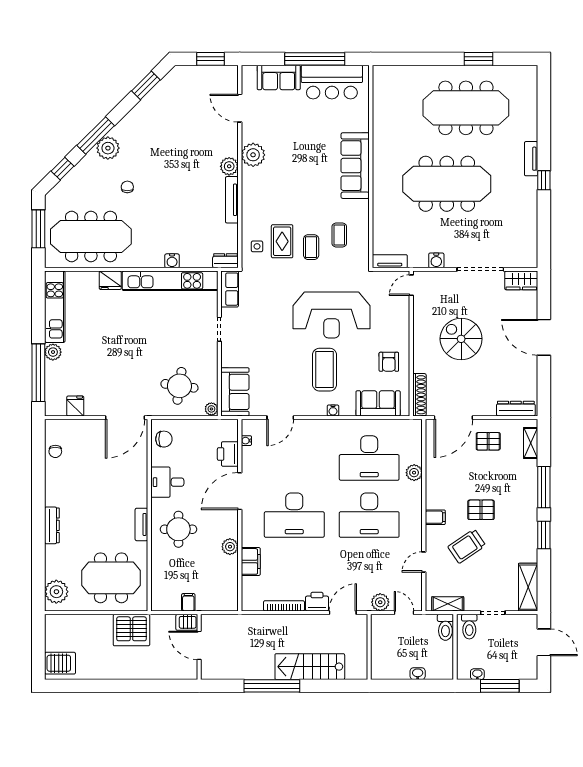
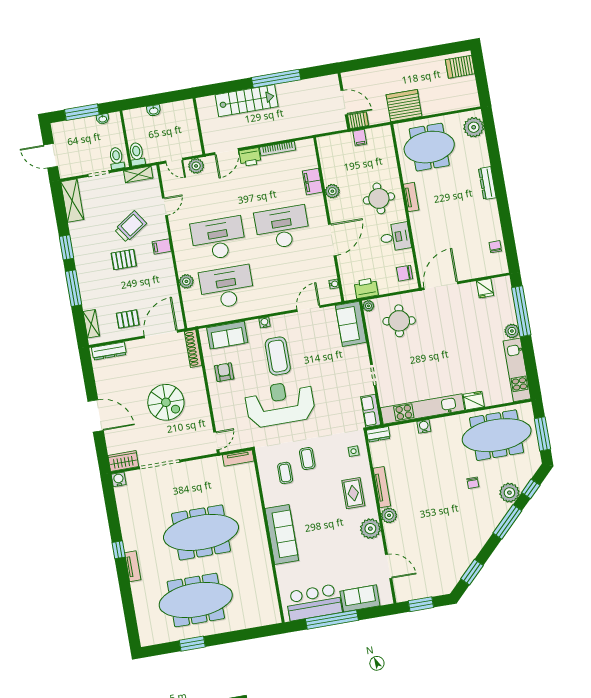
plant: (108, 148) -> (509, 493), moved
rug: (282, 241) -> (353, 493), moved
water cooler: (436, 260) -> (119, 479), moved
printer: (228, 454) -> (366, 288), moved, turned -90

